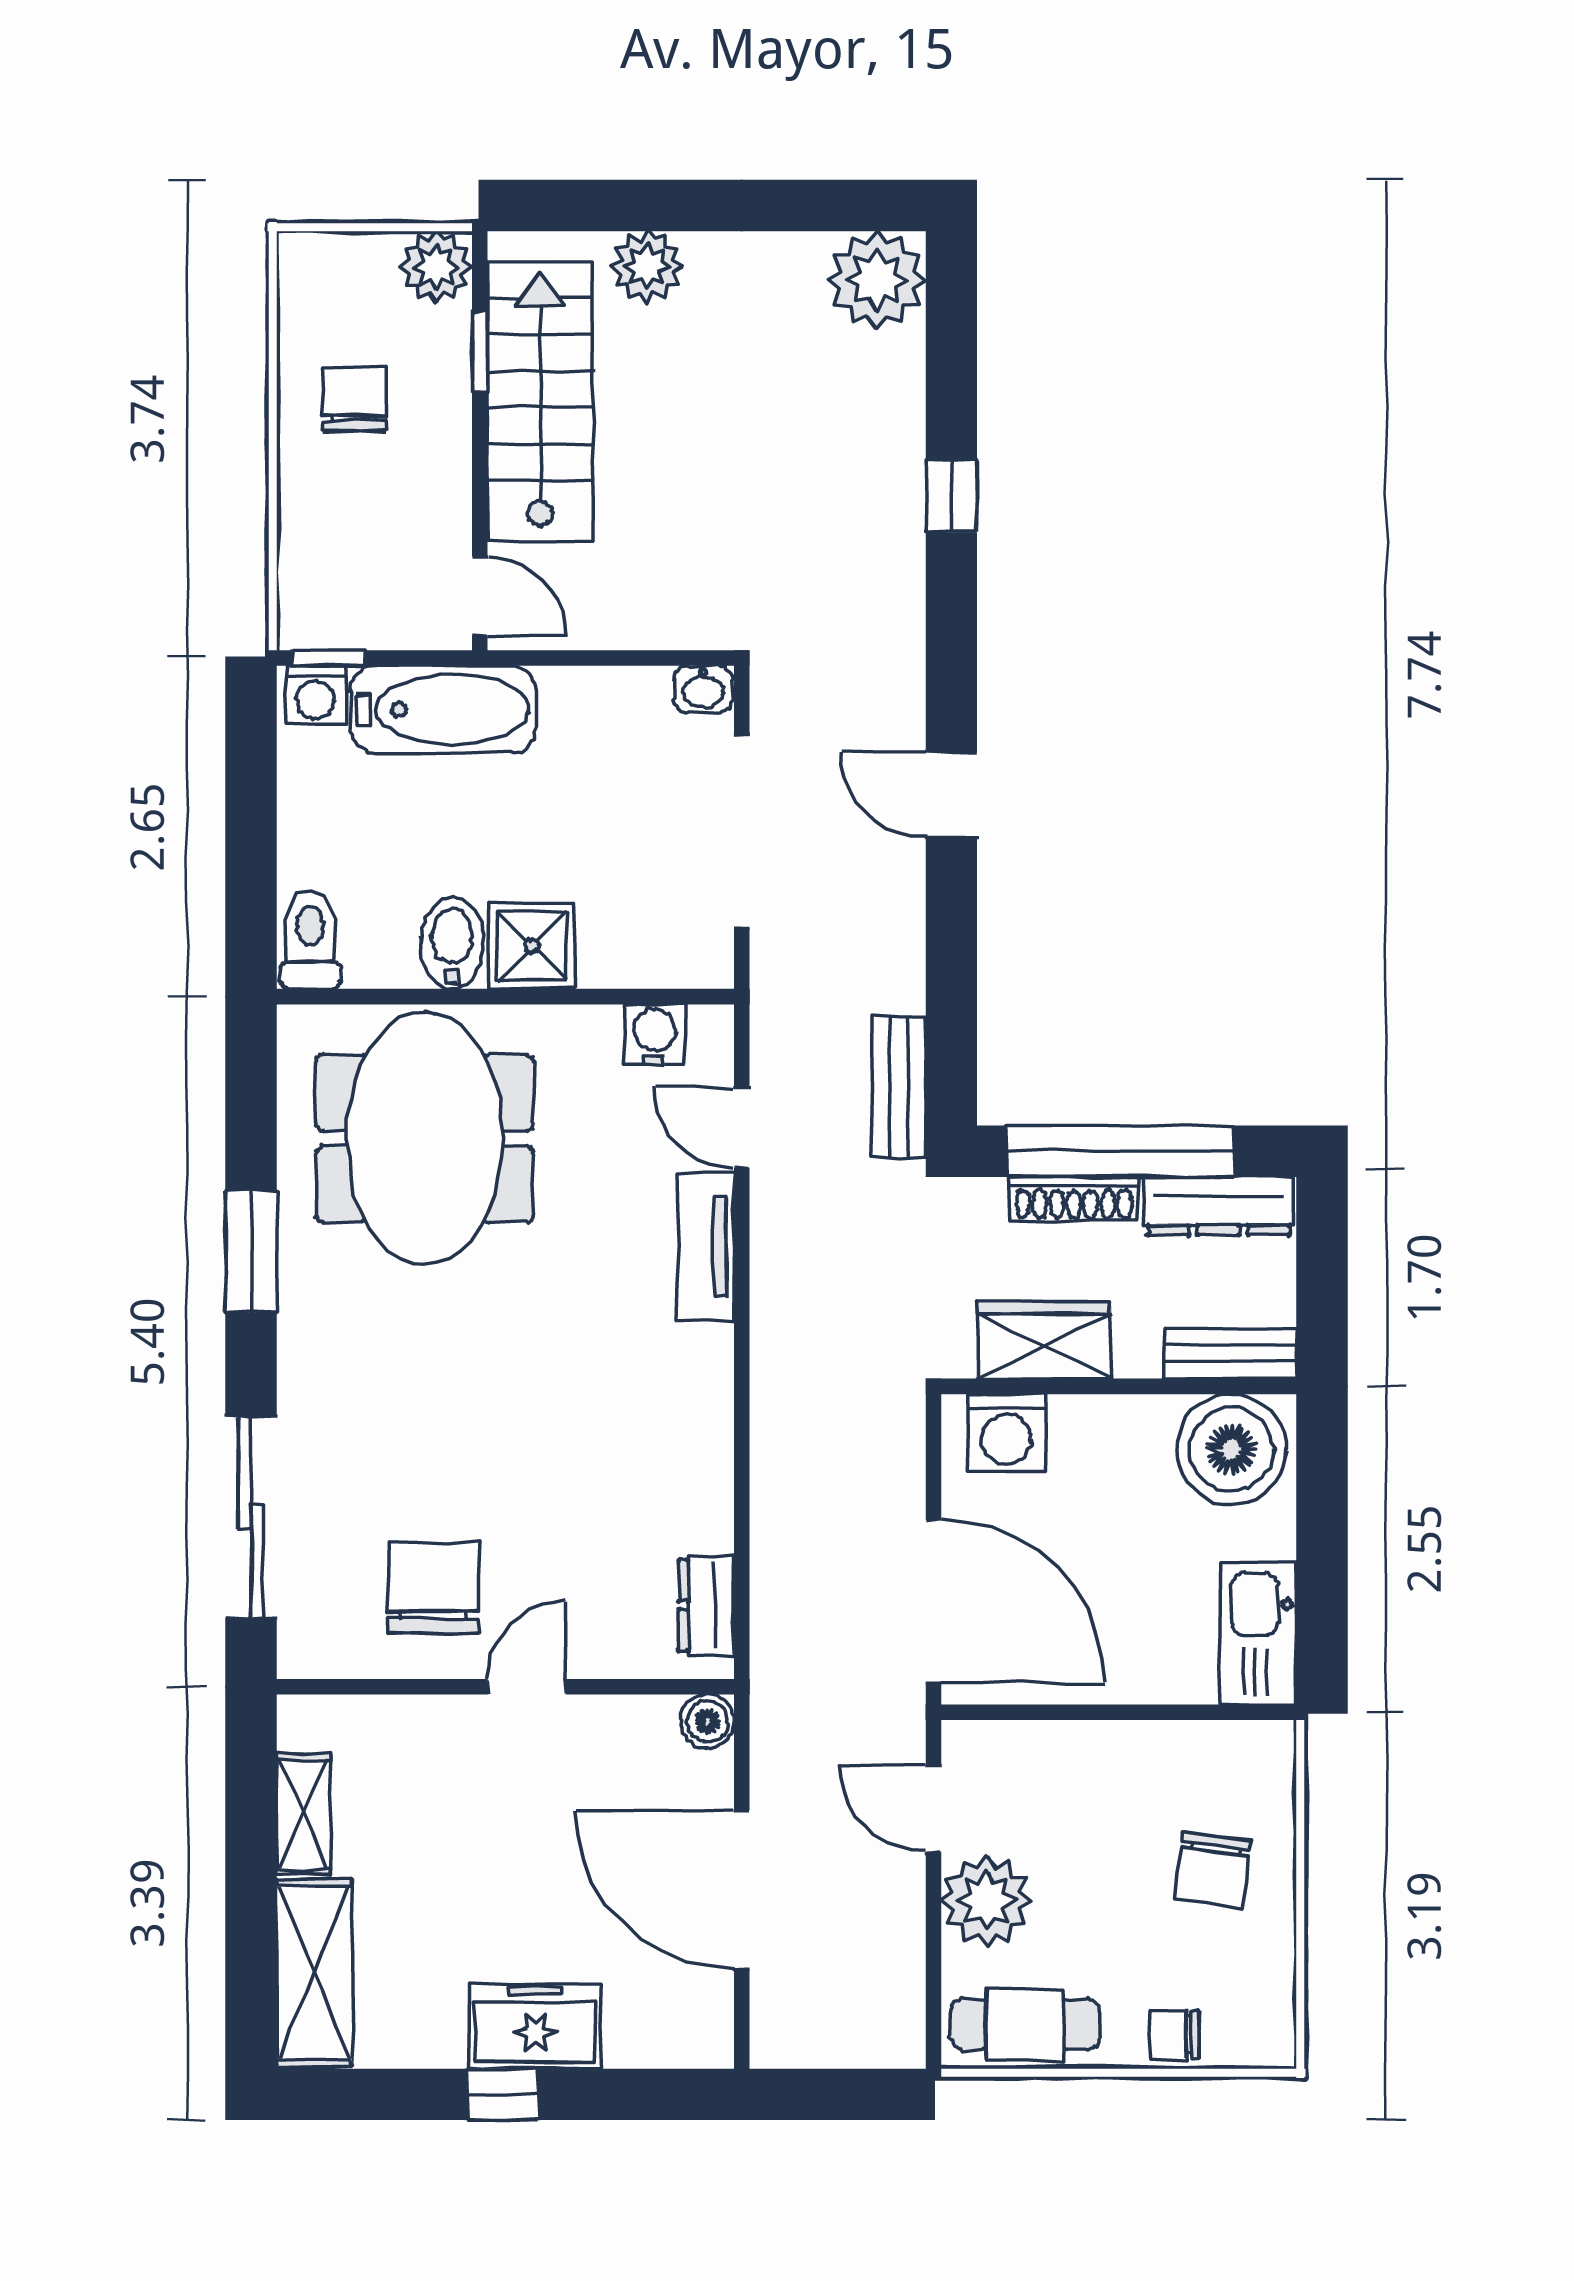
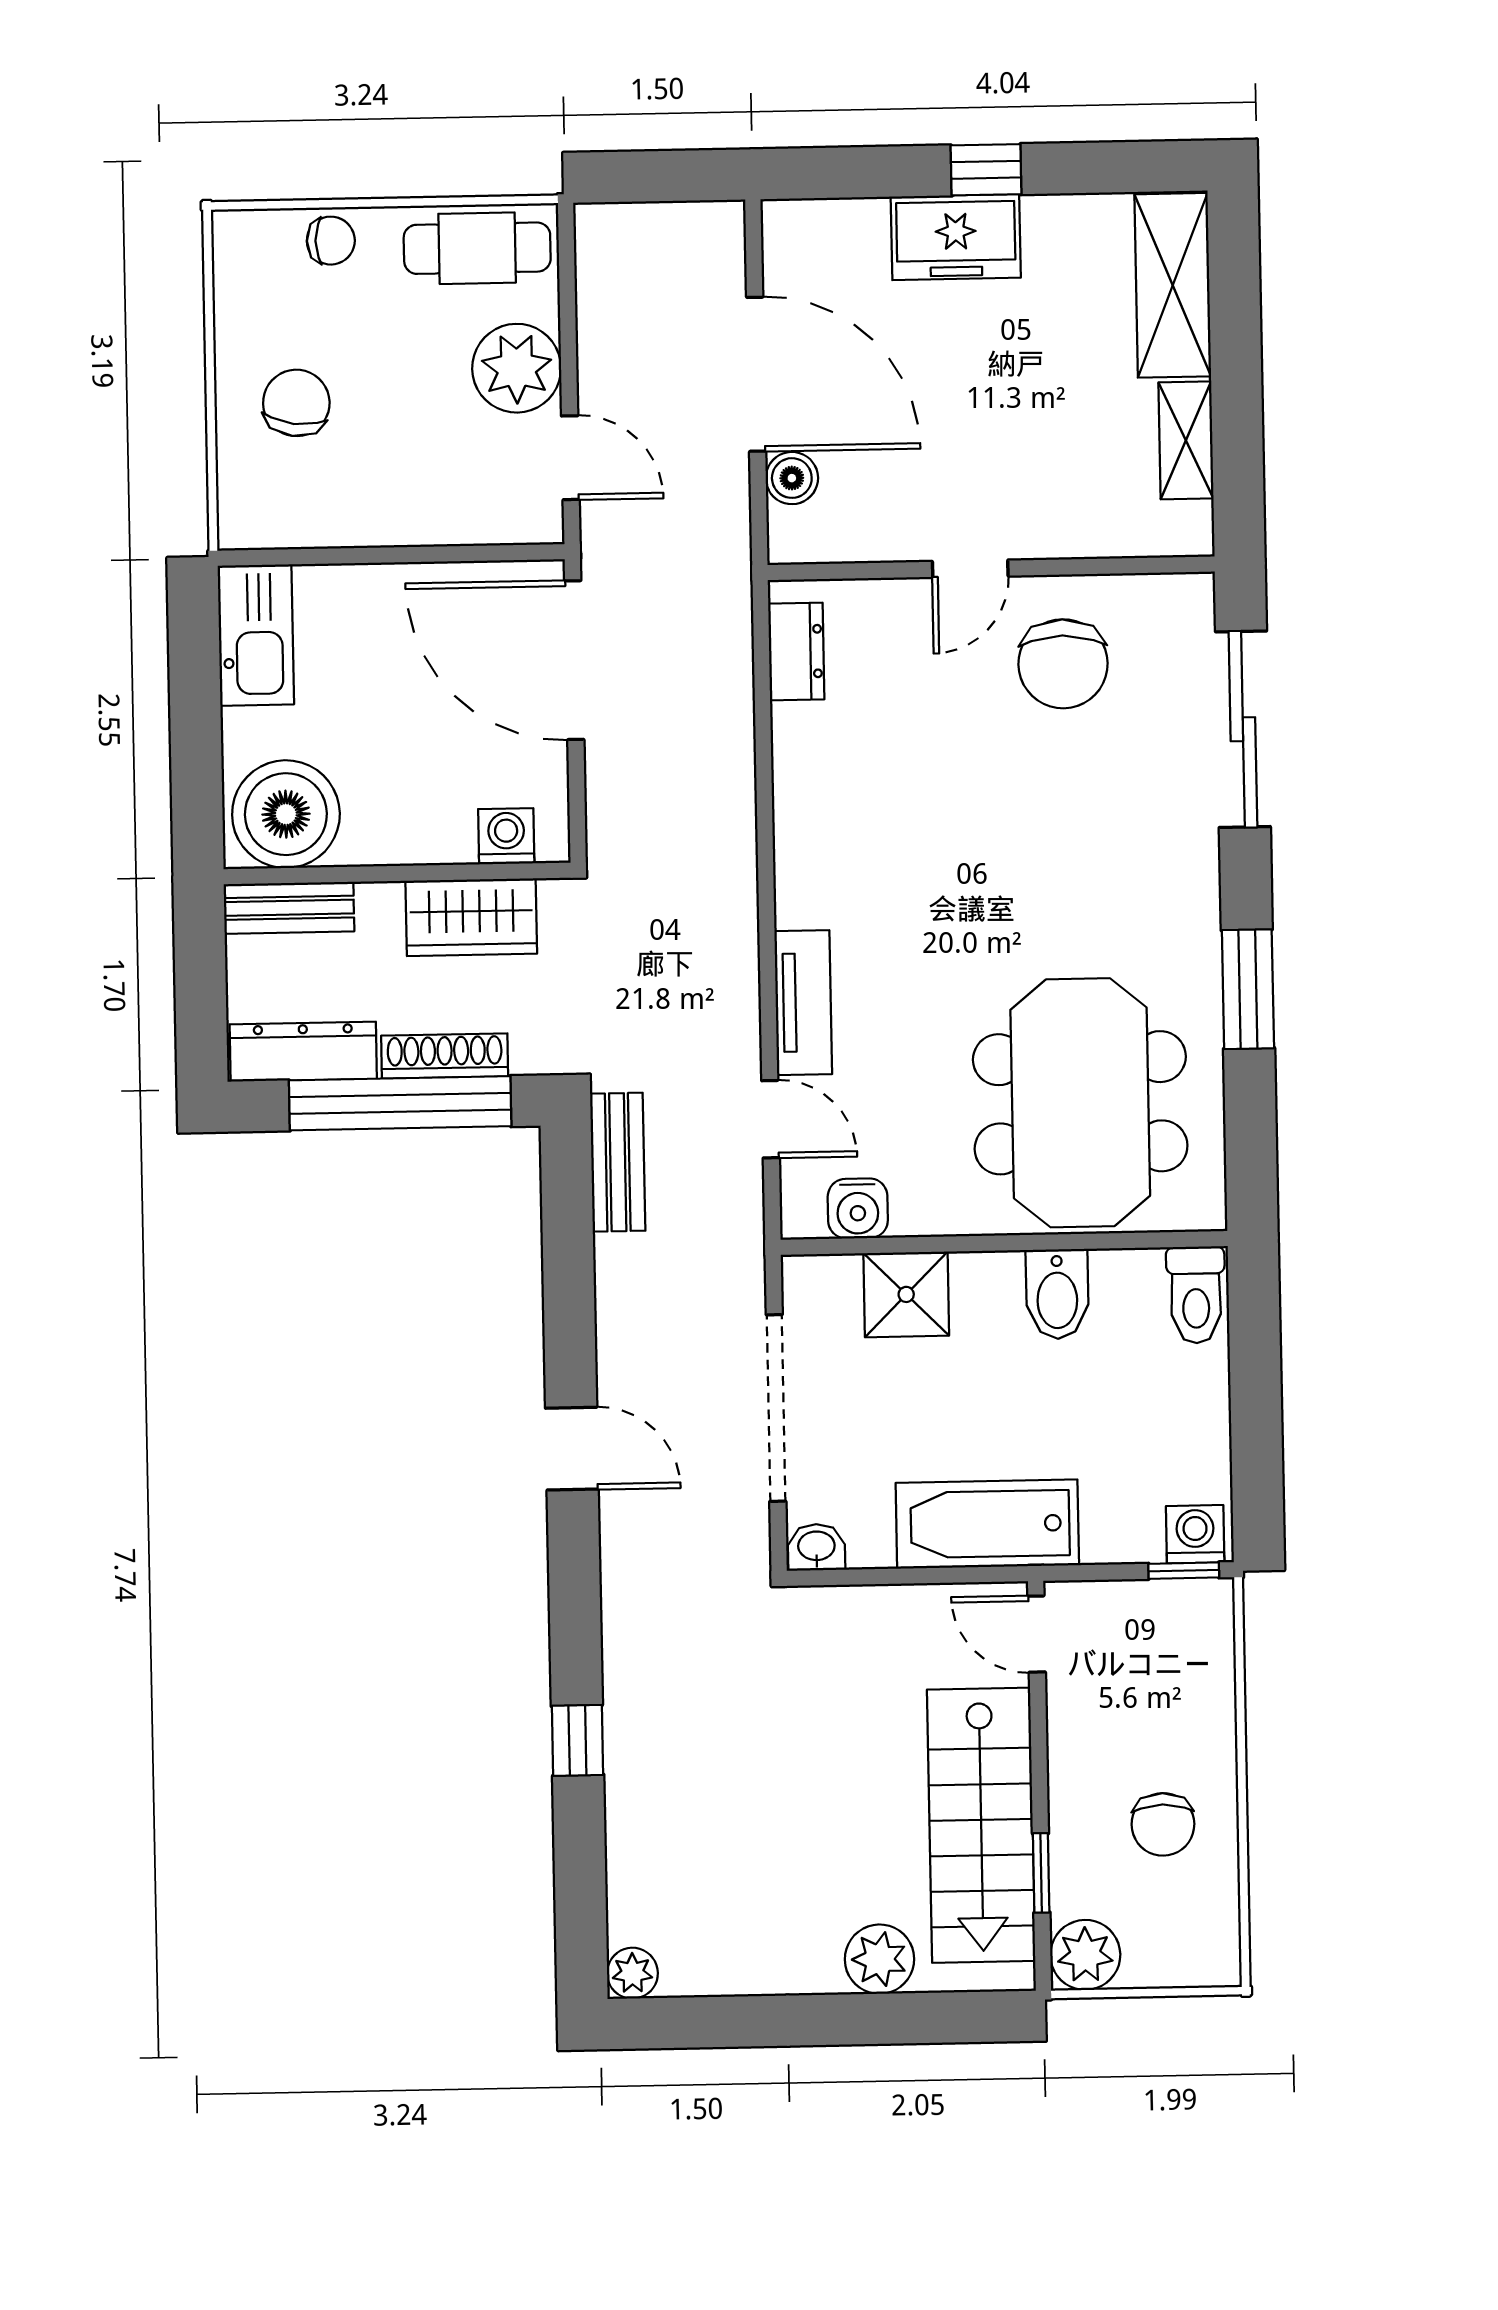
plant: (877, 280) -> (632, 1973), width x0.53, depth x0.53
bathtub: (443, 709) -> (987, 1524), moved
shower: (532, 946) -> (906, 1294), moved
washing machine: (1007, 1433) -> (506, 836), width x0.73, depth x0.73
boiler: (707, 1721) -> (792, 478), moved

